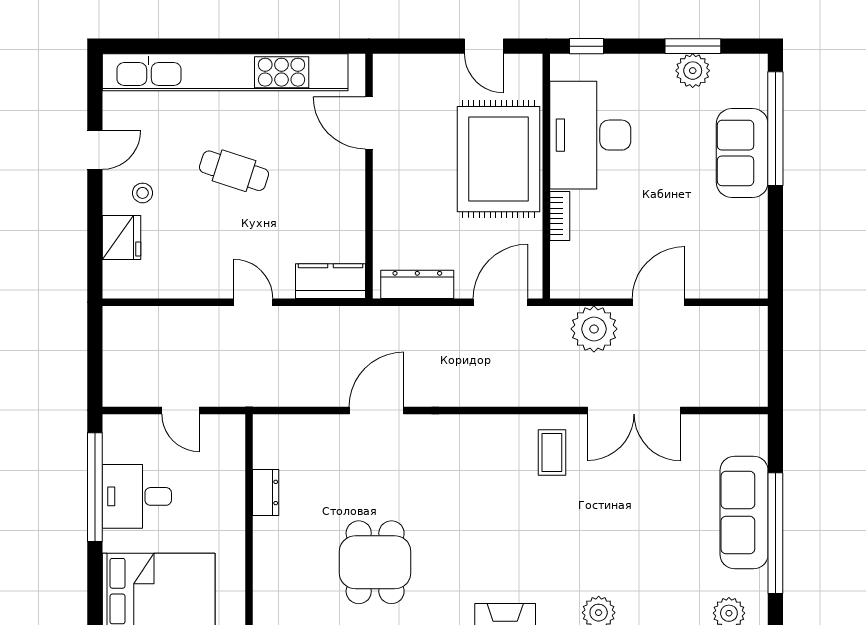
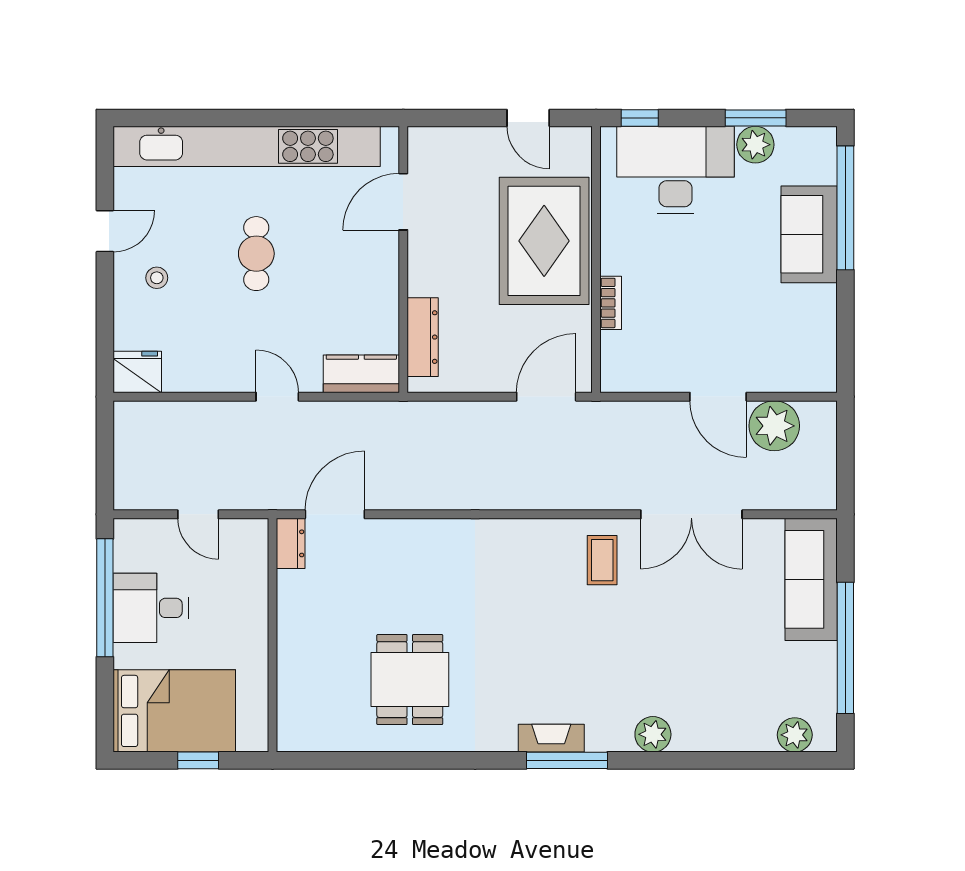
door: (369, 123) -> (403, 202), hinge flipped
desk: (590, 135) -> (676, 170), moved, turned 90
cafe table: (234, 171) -> (256, 254), turned 72
fridge: (121, 237) -> (137, 372), moved, turned -90
dresser: (417, 284) -> (423, 337), moved, turned 90
door: (658, 302) -> (718, 397), swing flipped
plant: (594, 329) -> (774, 426), moved
door: (377, 410) -> (335, 514), moved
dresser: (266, 492) -> (291, 543), moved
sofa: (744, 512) -> (811, 579), moved

